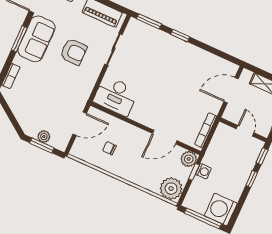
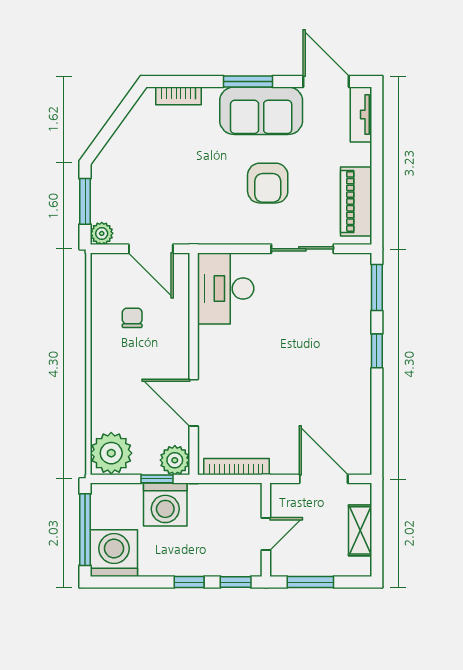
plant: (44, 136) -> (102, 233), moved
washing machine: (203, 171) -> (165, 505), width x1.89, depth x1.89

